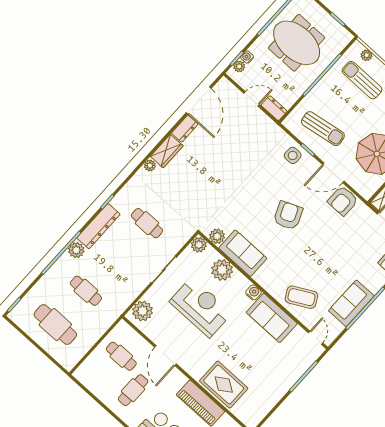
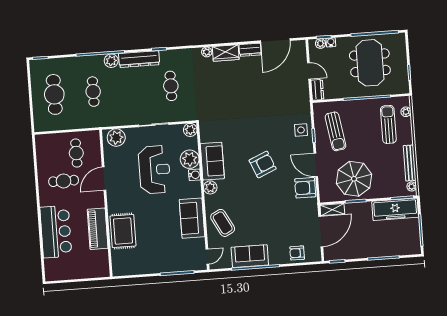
plant: (217, 236) -> (210, 187), moved
water cooler: (253, 292) -> (195, 175), moved

